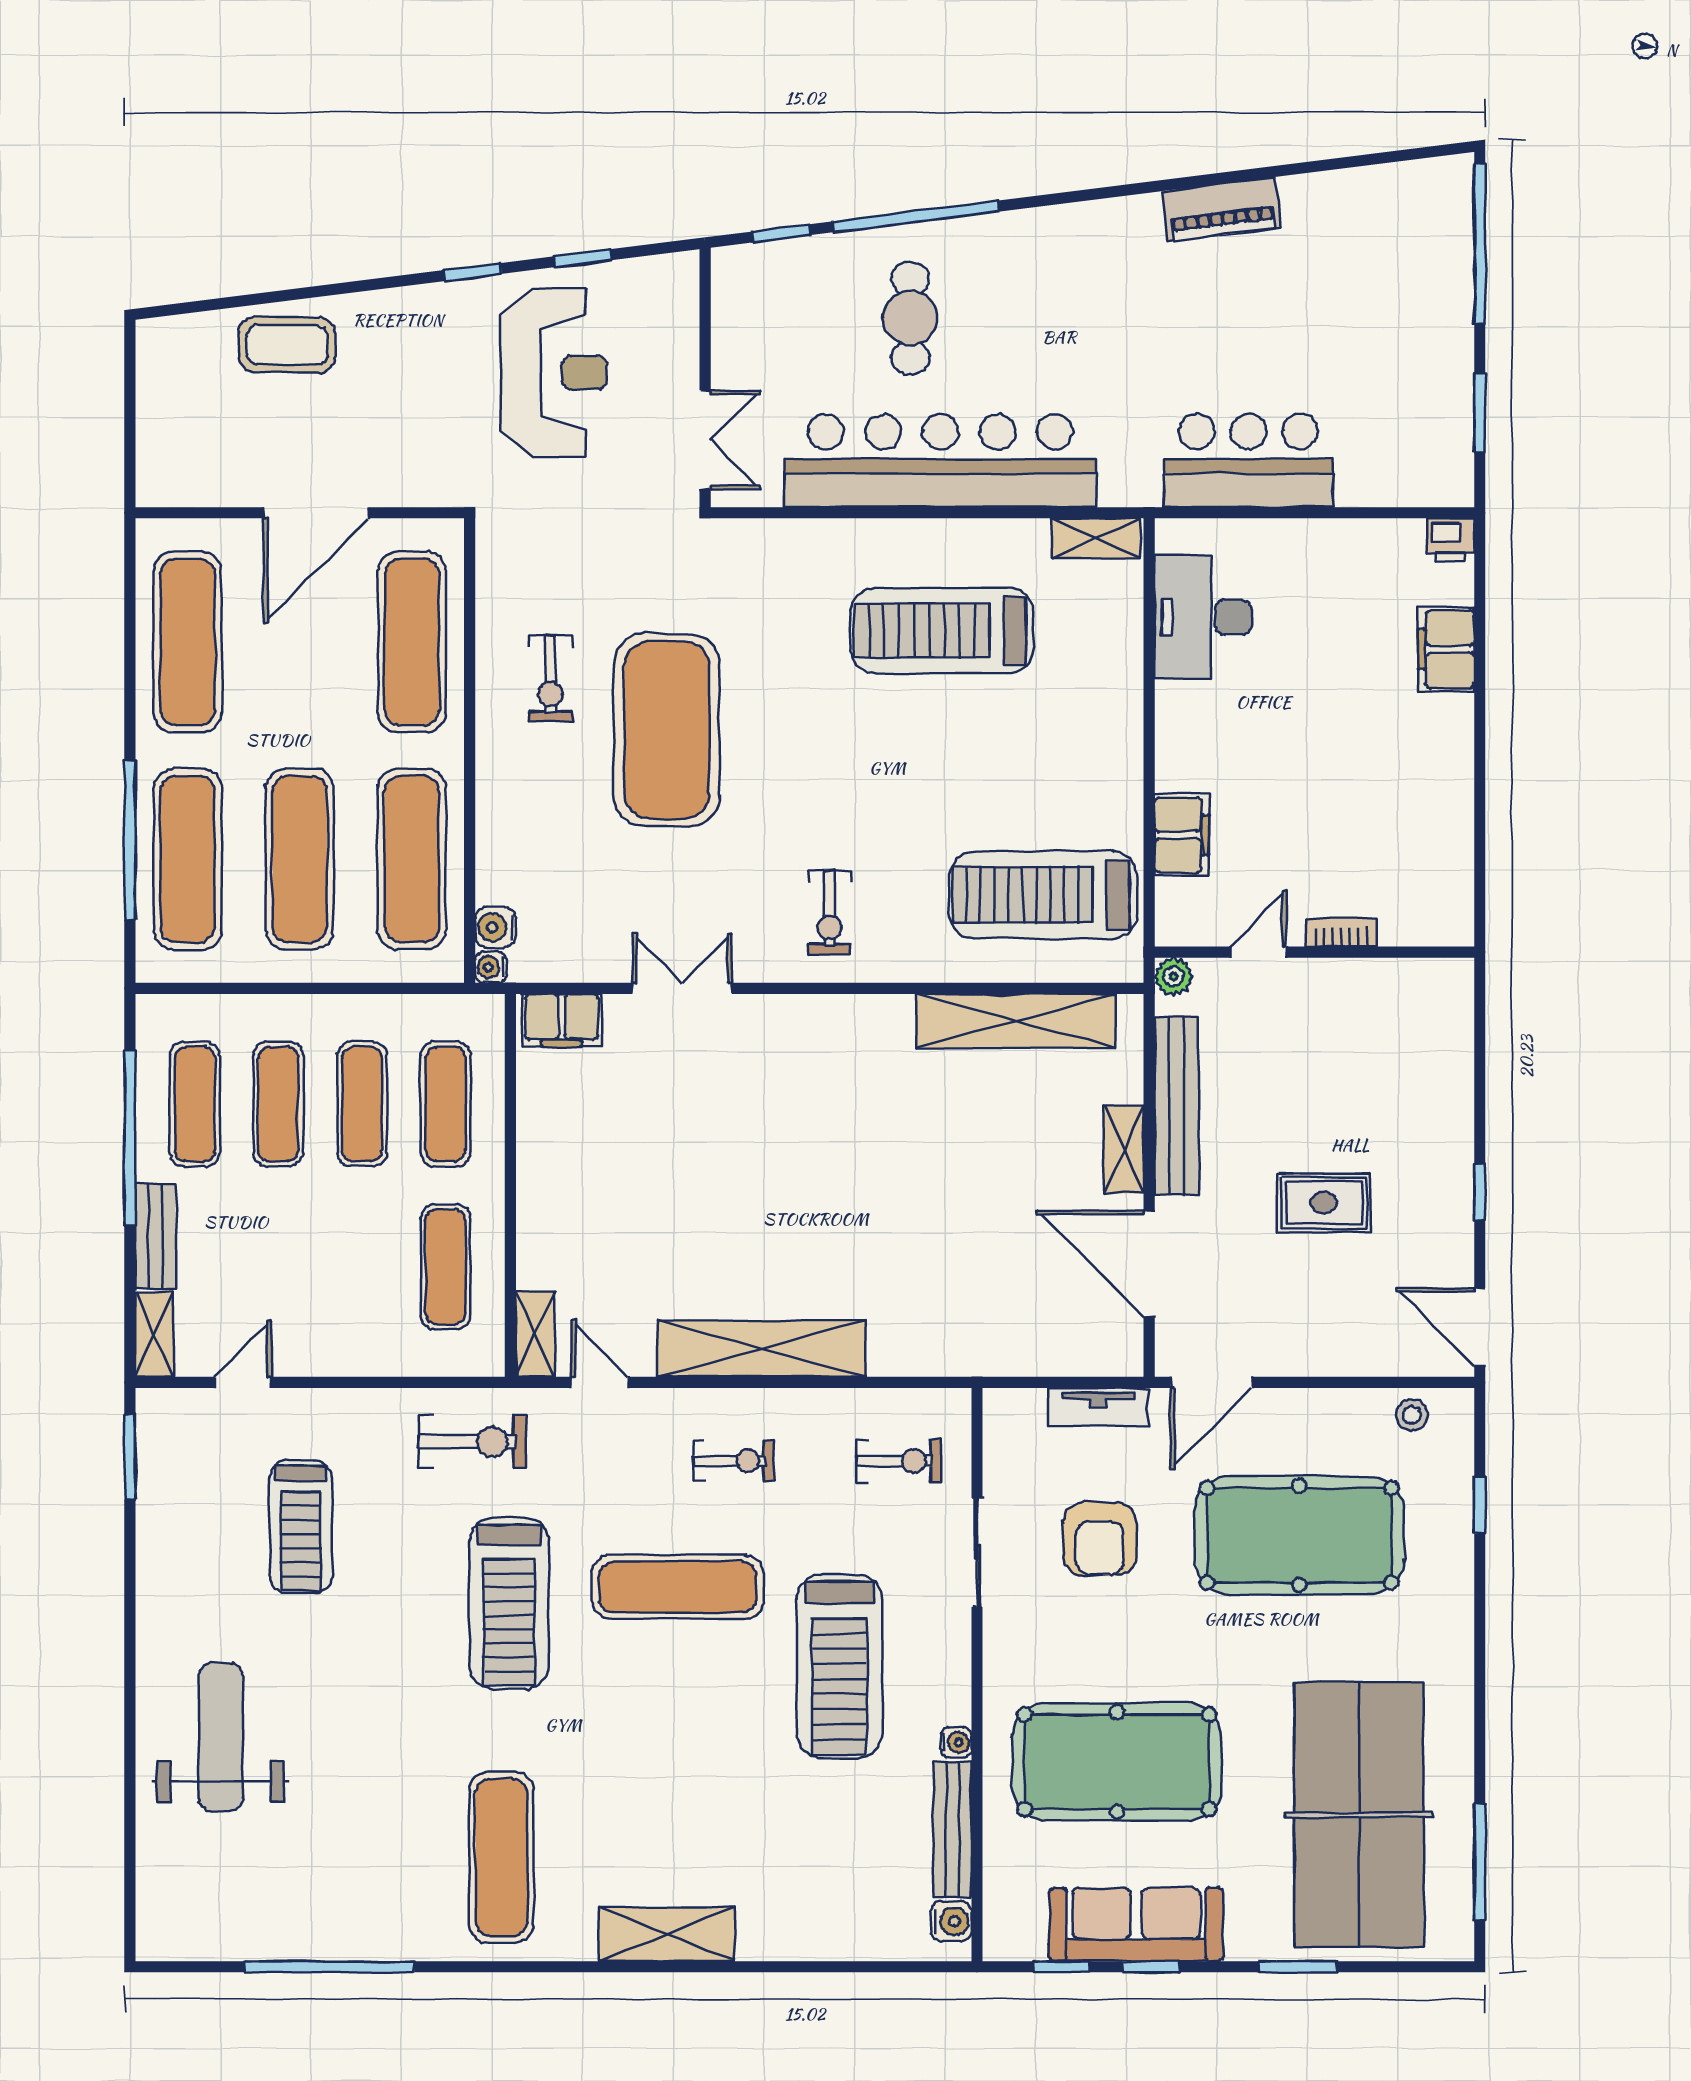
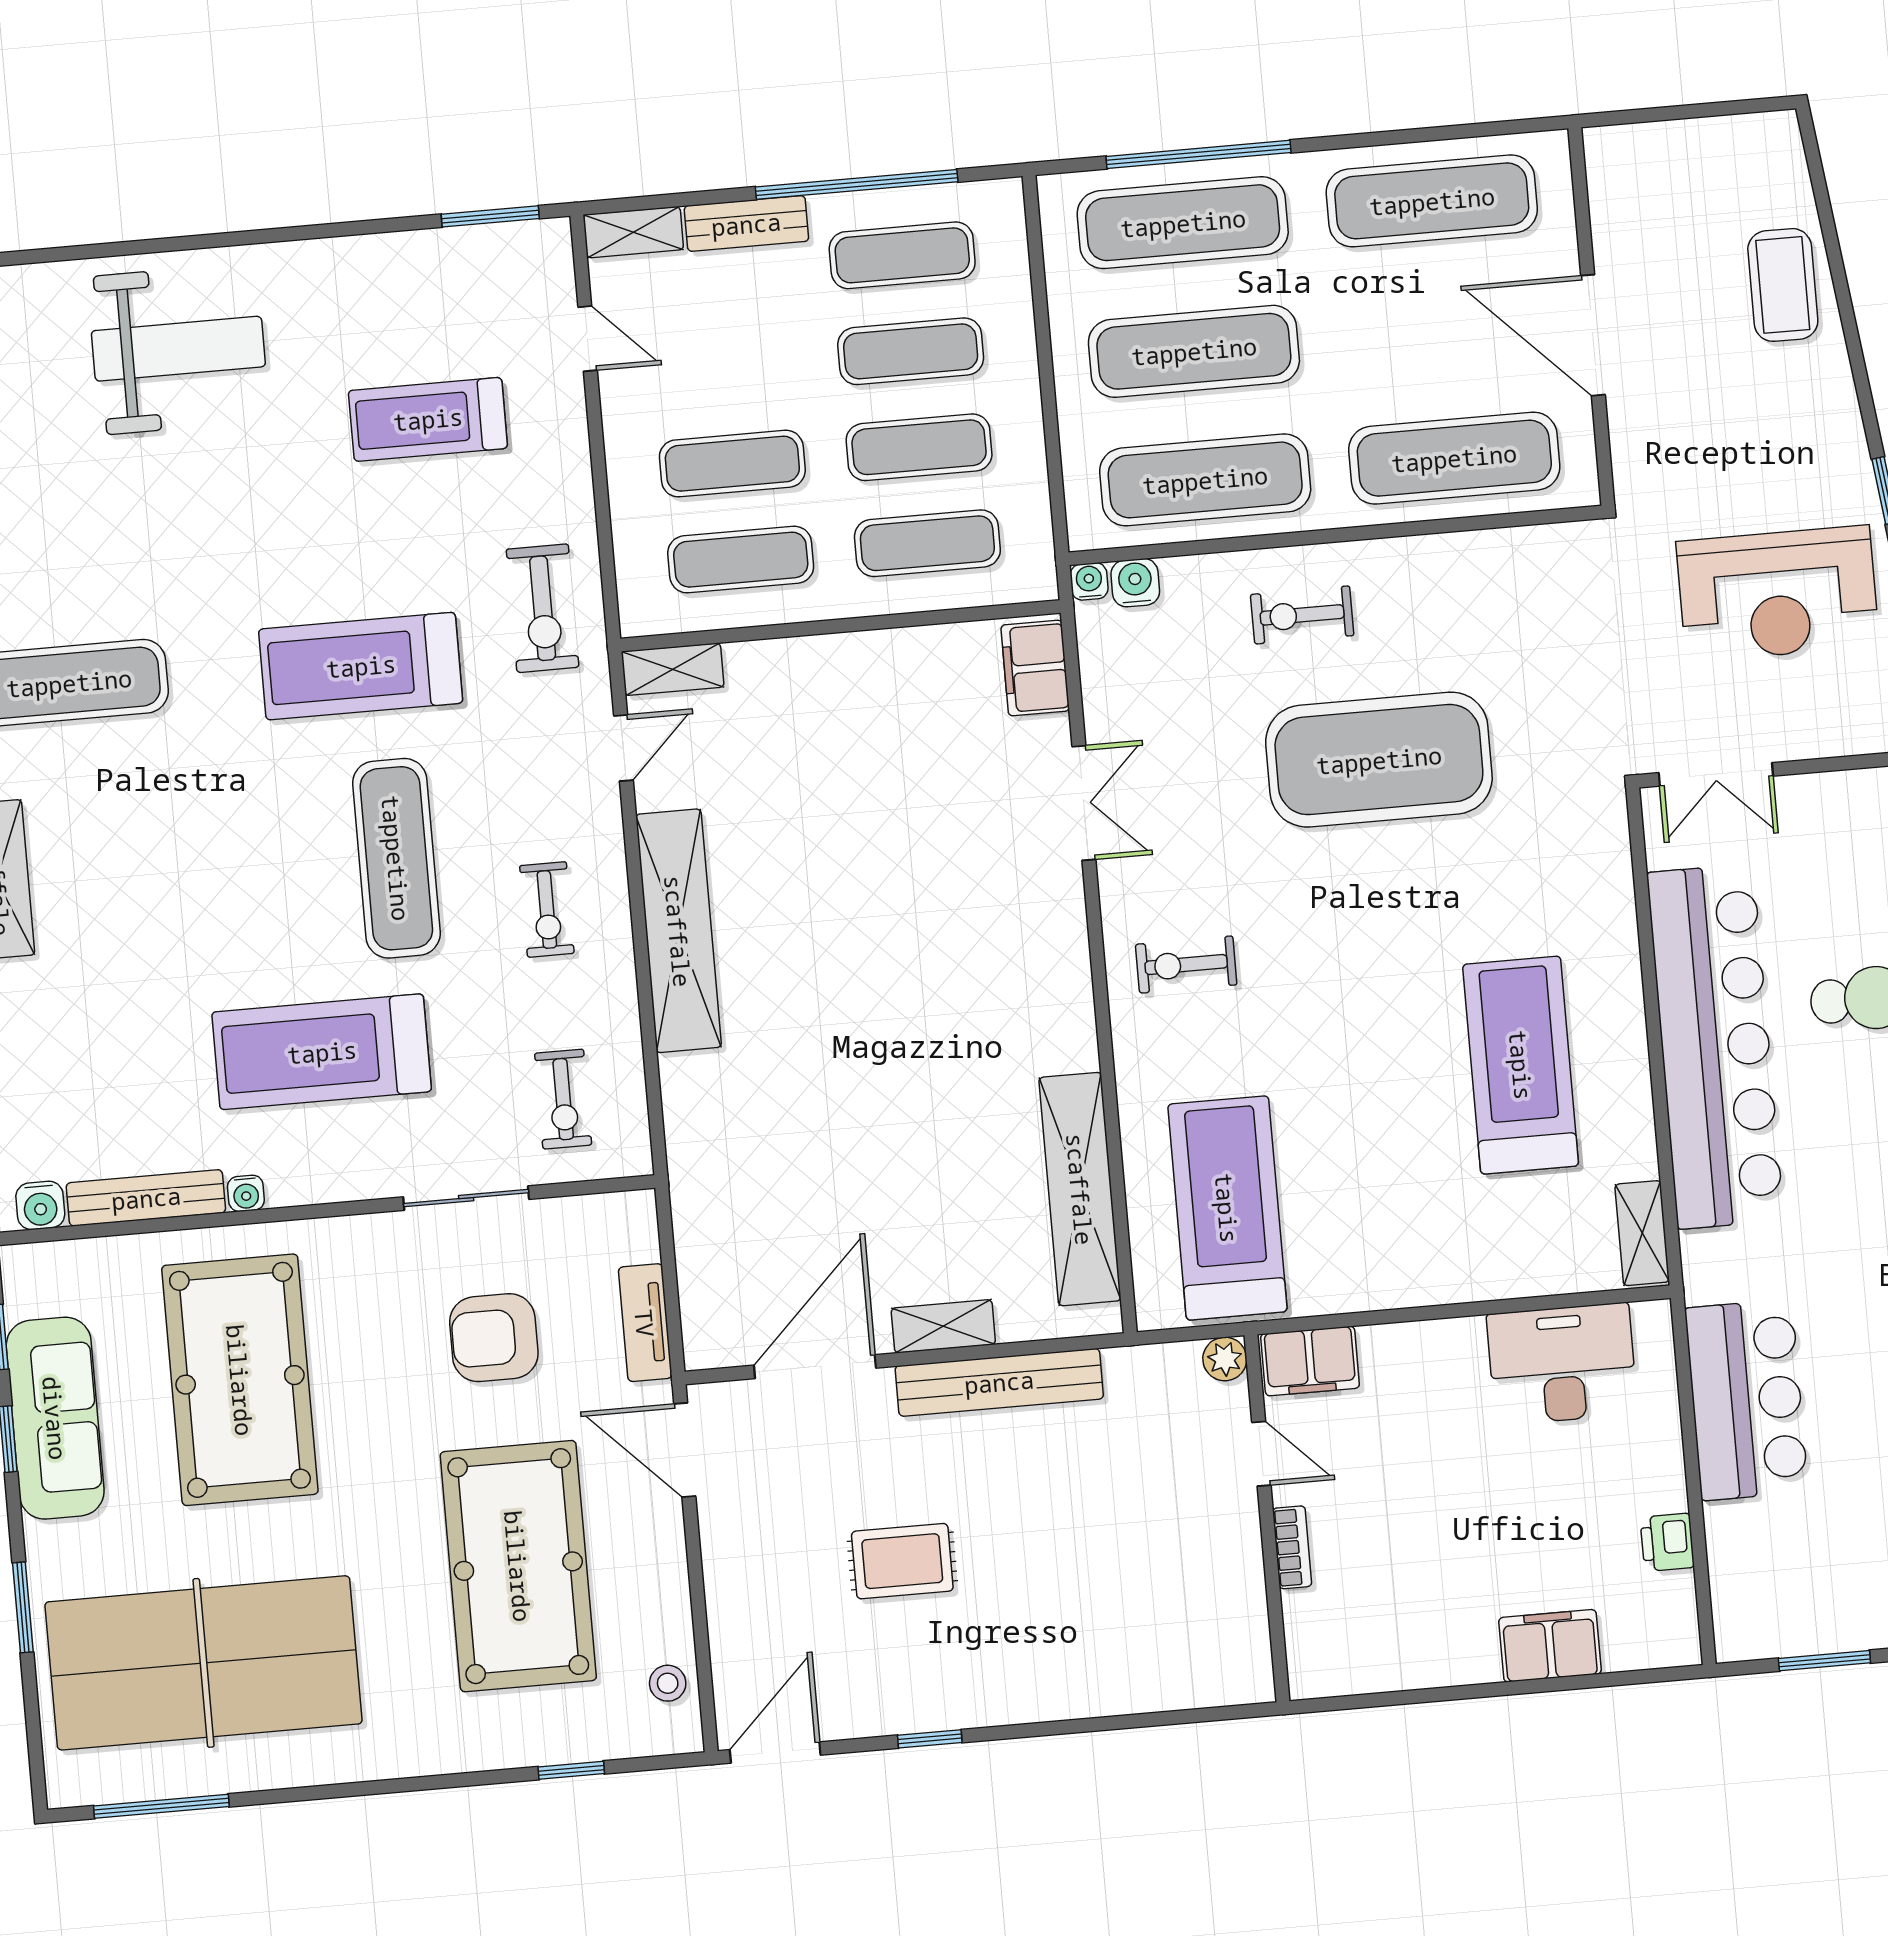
printer: (1450, 540) -> (1667, 1542), moved
exercise bike: (550, 679) -> (1302, 615), moved
bookcase: (1341, 933) -> (1292, 1547), moved
door: (1258, 952) -> (1261, 1454), moved
wall: (1314, 952) -> (1267, 1518), moved
plant: (1173, 977) -> (1225, 1359), moved
rug: (1324, 1203) -> (902, 1561), turned 90
exercise mat: (362, 1267) -> (732, 464), added

